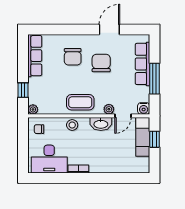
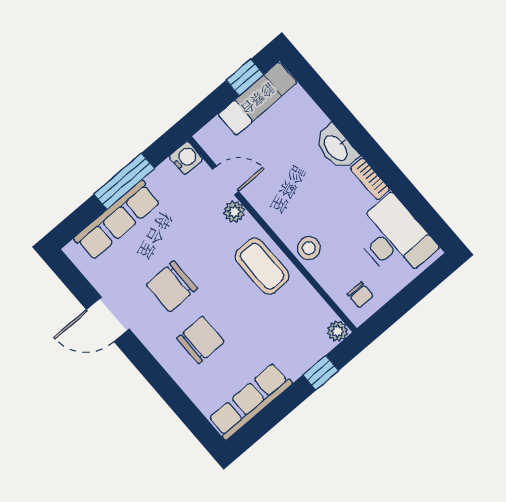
washbasin: (101, 124) -> (336, 147), moved, turned 180
exam couch: (143, 137) -> (258, 99), moved
window: (154, 139) -> (245, 77), moved

